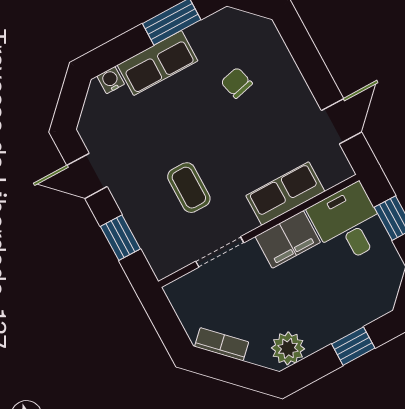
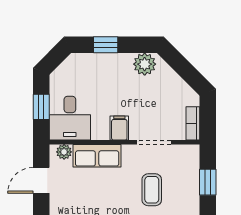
plant: (332, 175) -> (64, 152), added
filing cabinet: (288, 239) -> (119, 128), width x0.50
bookcase: (222, 344) -> (193, 123), moved, turned 45

